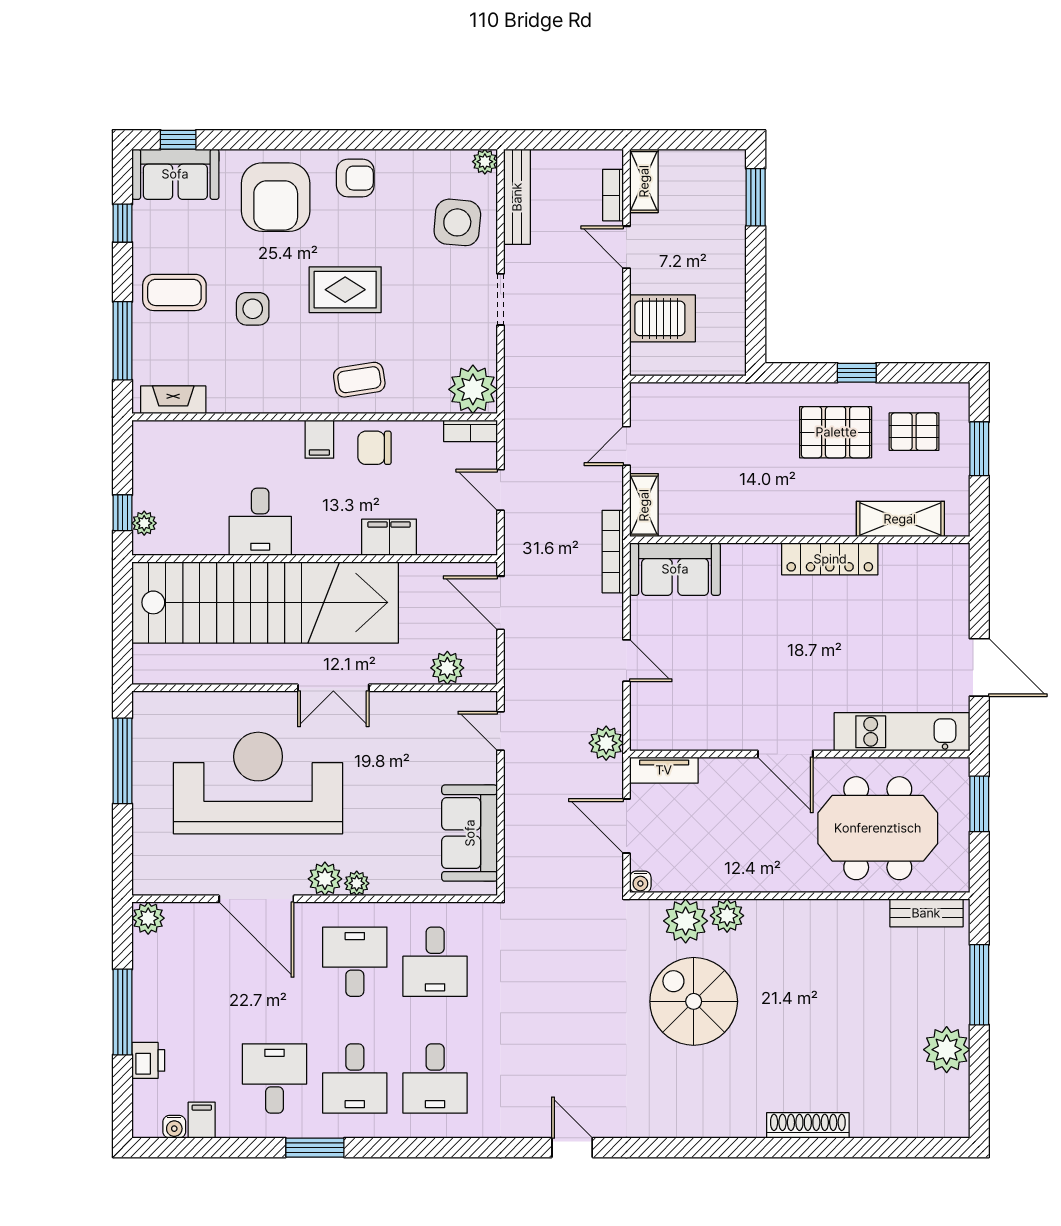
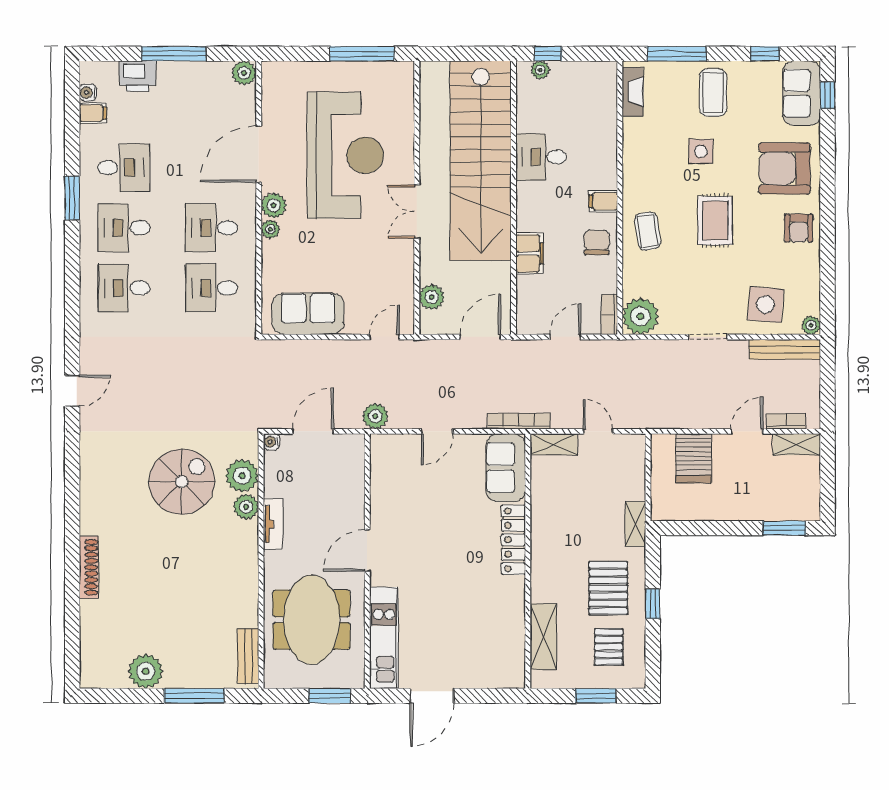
shelving: (750, 396) -> (636, 524), added
locker: (830, 559) -> (513, 540), moved
tv unit: (664, 770) -> (273, 524), moved, turned 180
desk: (355, 962) -> (212, 228), turned 180
printer: (148, 1060) -> (138, 76), width x1.36, depth x1.24

